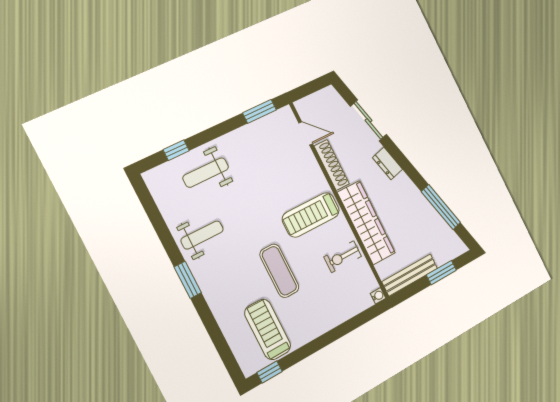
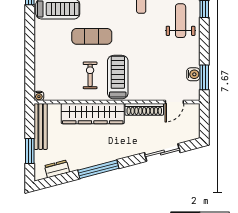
water cooler: (262, 126) -> (193, 74), added
dresser: (388, 163) -> (57, 169), moved
window: (441, 207) -> (98, 169), moved
exercise bike: (343, 257) -> (90, 75), moved

